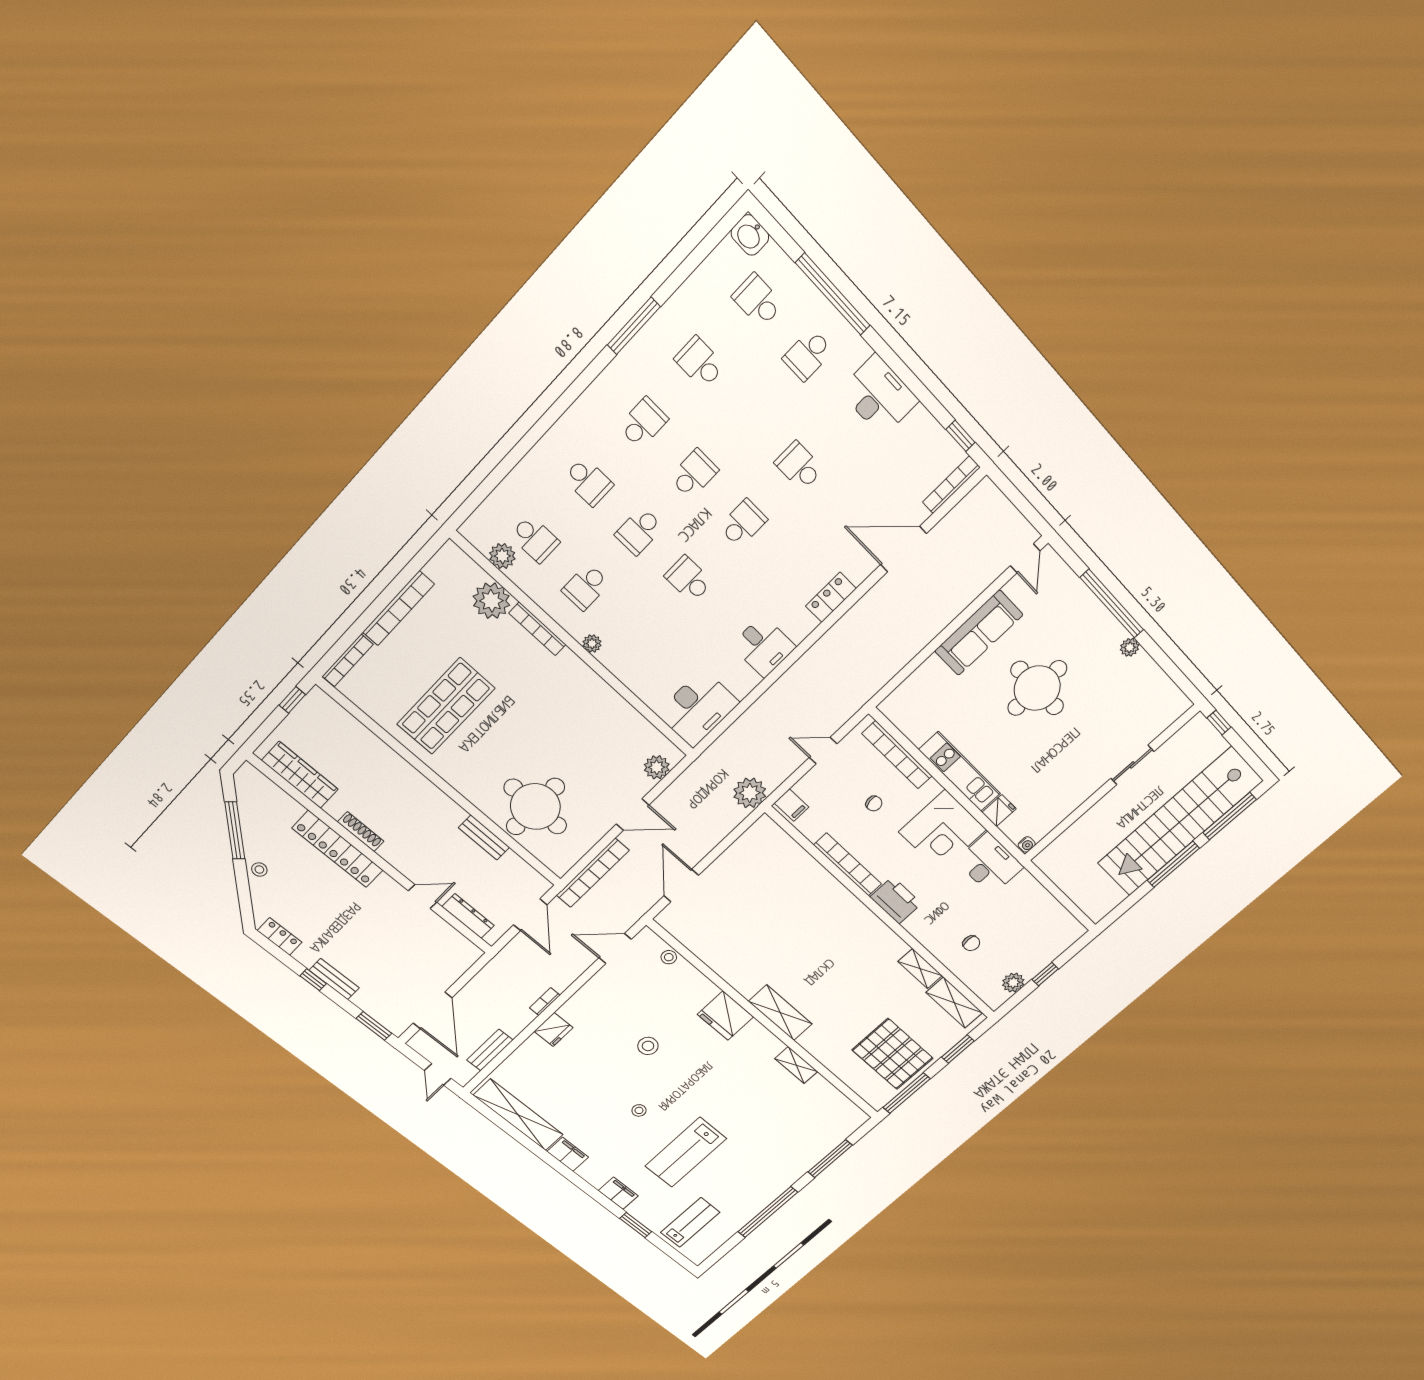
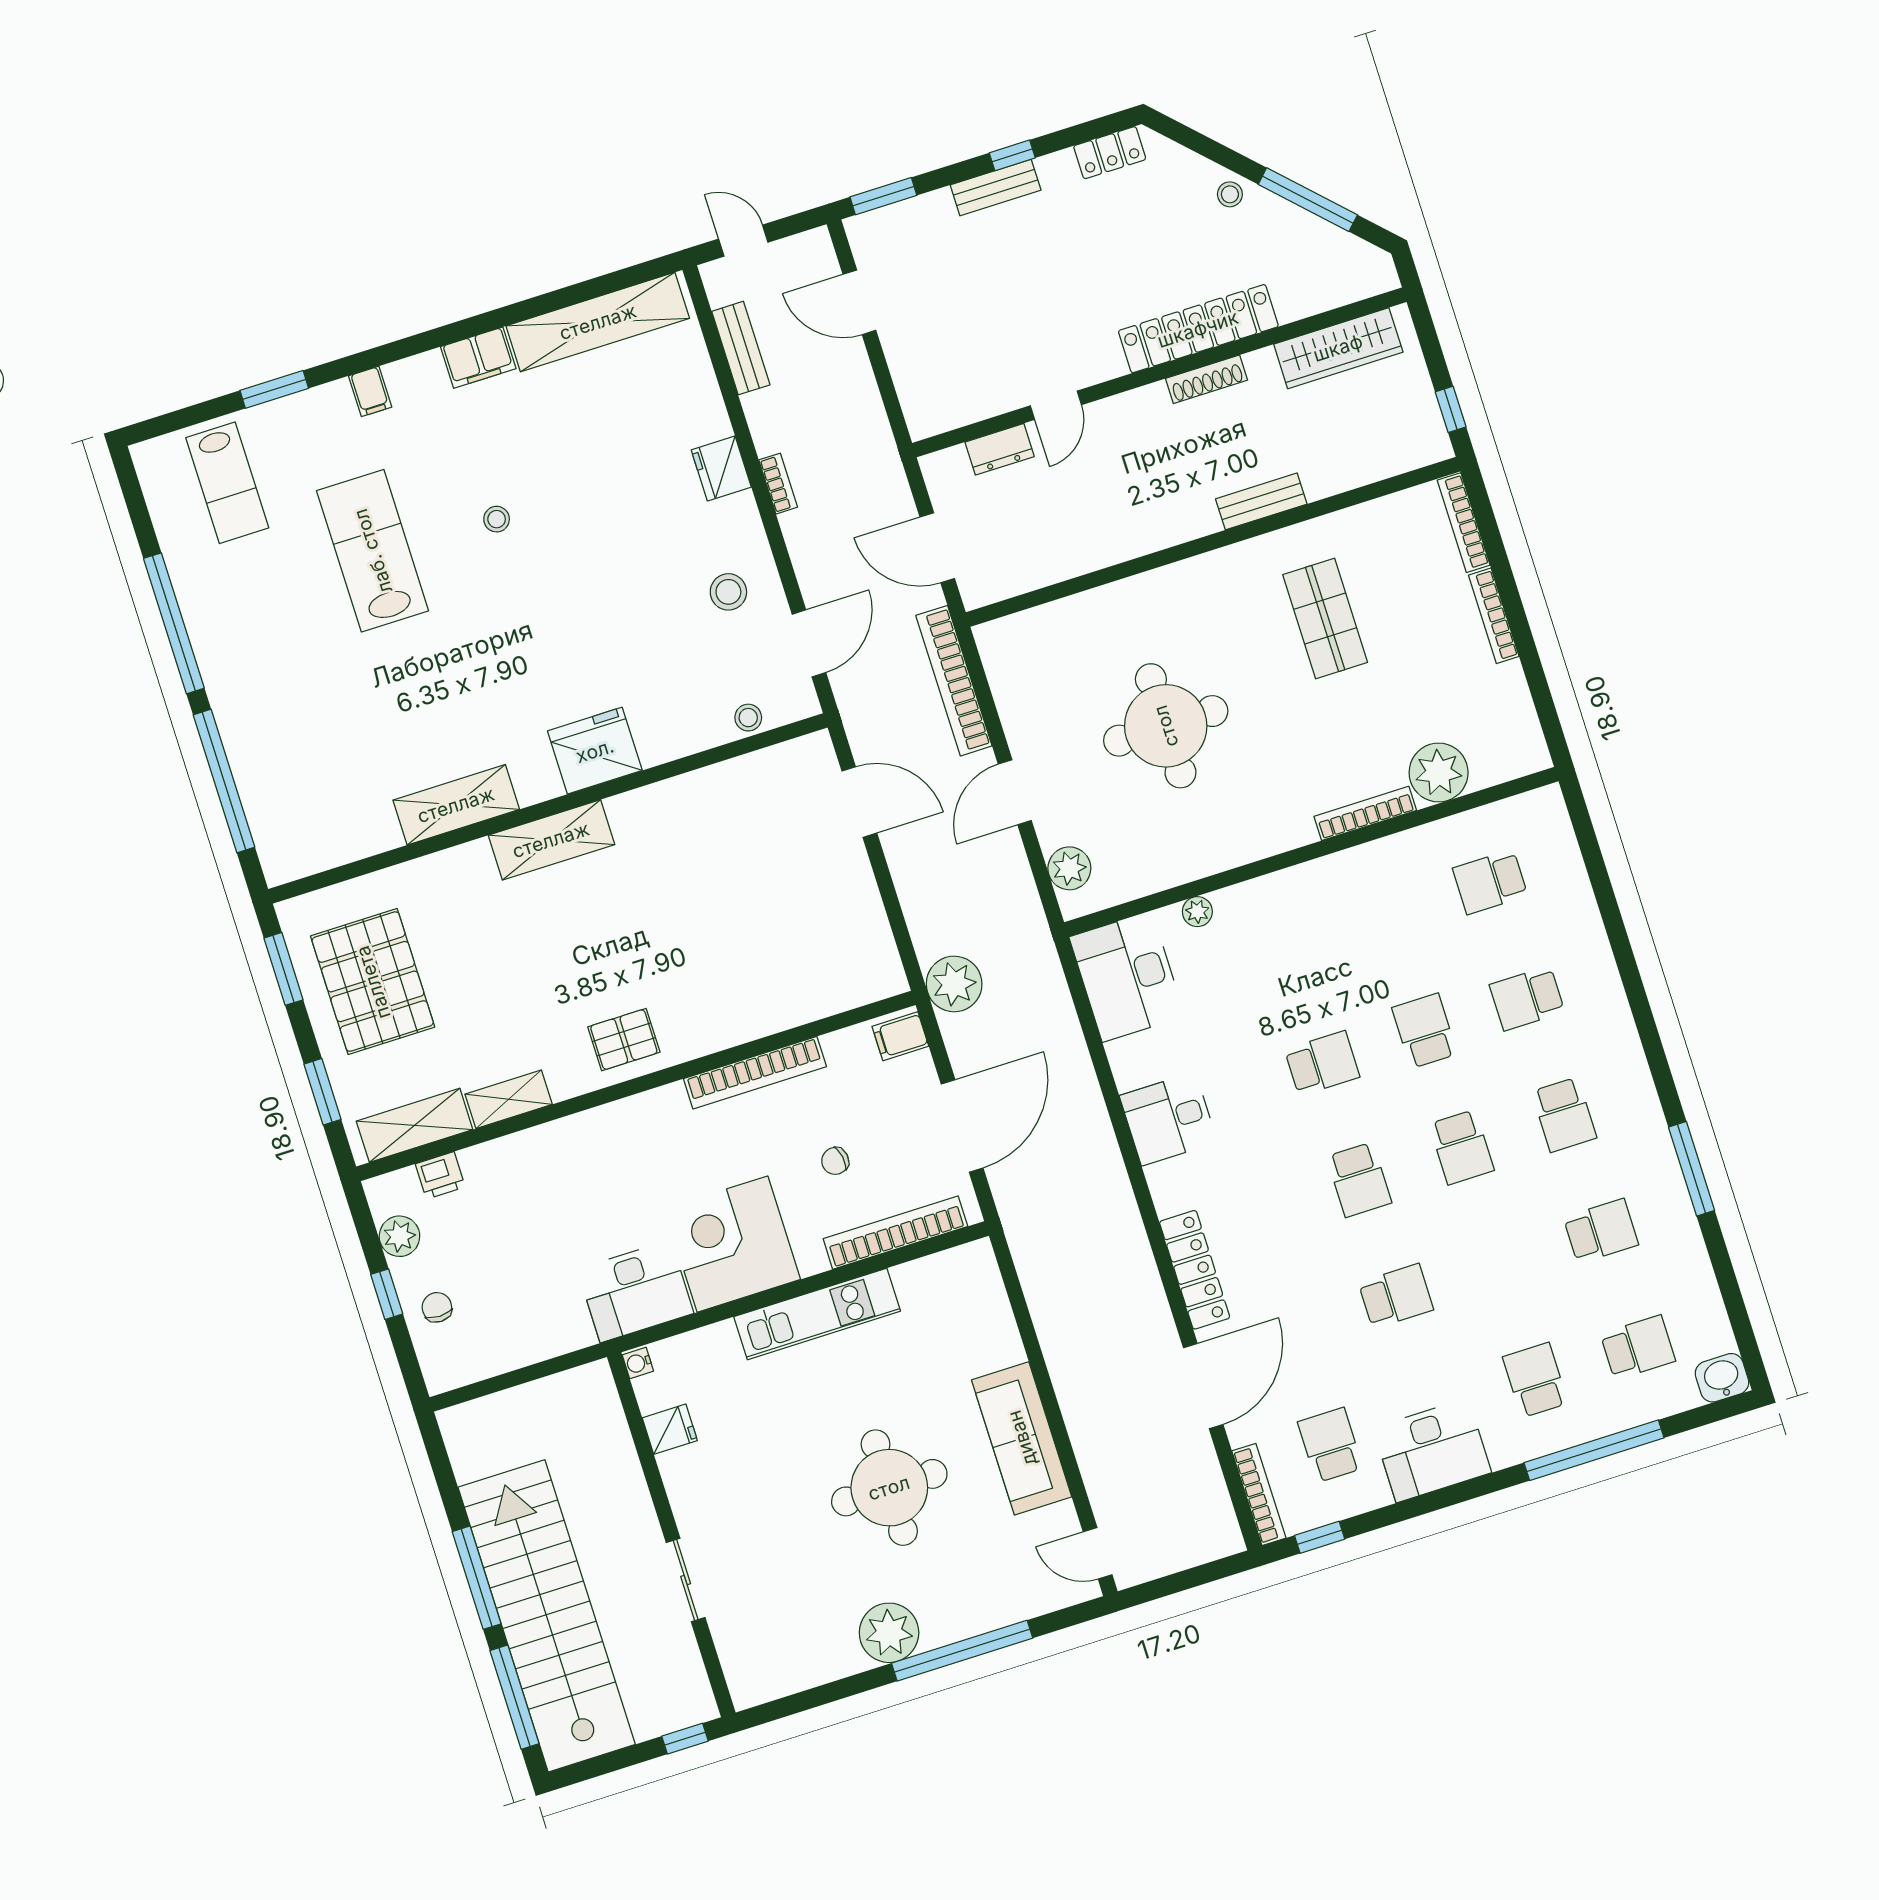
plant: (502, 556) -> (1491, 824), removed
school desk: (586, 587) -> (1330, 1445), moved
locker: (831, 597) -> (1195, 1270), width x1.53
bookcase: (398, 608) -> (1494, 616), width x0.68, depth x0.76
plant: (592, 644) -> (1197, 912), moved
plant: (1130, 647) -> (889, 1633), width x1.87, depth x1.87
shop shelf: (446, 706) -> (1325, 618), width x0.70, depth x0.74
door: (823, 751) -> (962, 1126), width x1.87
round table: (535, 807) -> (1166, 726), moved
fridge: (999, 811) -> (670, 1429), moved, turned -90
bench: (484, 838) -> (1261, 501), moved
printer: (896, 900) -> (440, 1175), moved, width x0.53, depth x0.68
dresser: (468, 916) -> (1000, 449), width x0.70
pallet: (863, 933) -> (624, 1040), added
chair: (971, 943) -> (437, 1307), moved, turned 90
door: (433, 1010) -> (859, 302), width x0.73
stool: (648, 1046) -> (728, 592), moved
pallet: (893, 1054) -> (373, 982), turned 90
shelving: (796, 1065) -> (456, 805), width x1.50, depth x1.33
window: (906, 1093) -> (284, 969), width x0.69
window: (830, 1159) -> (224, 781), width x1.46
filing cabinet: (618, 1193) -> (370, 391), width x0.50

